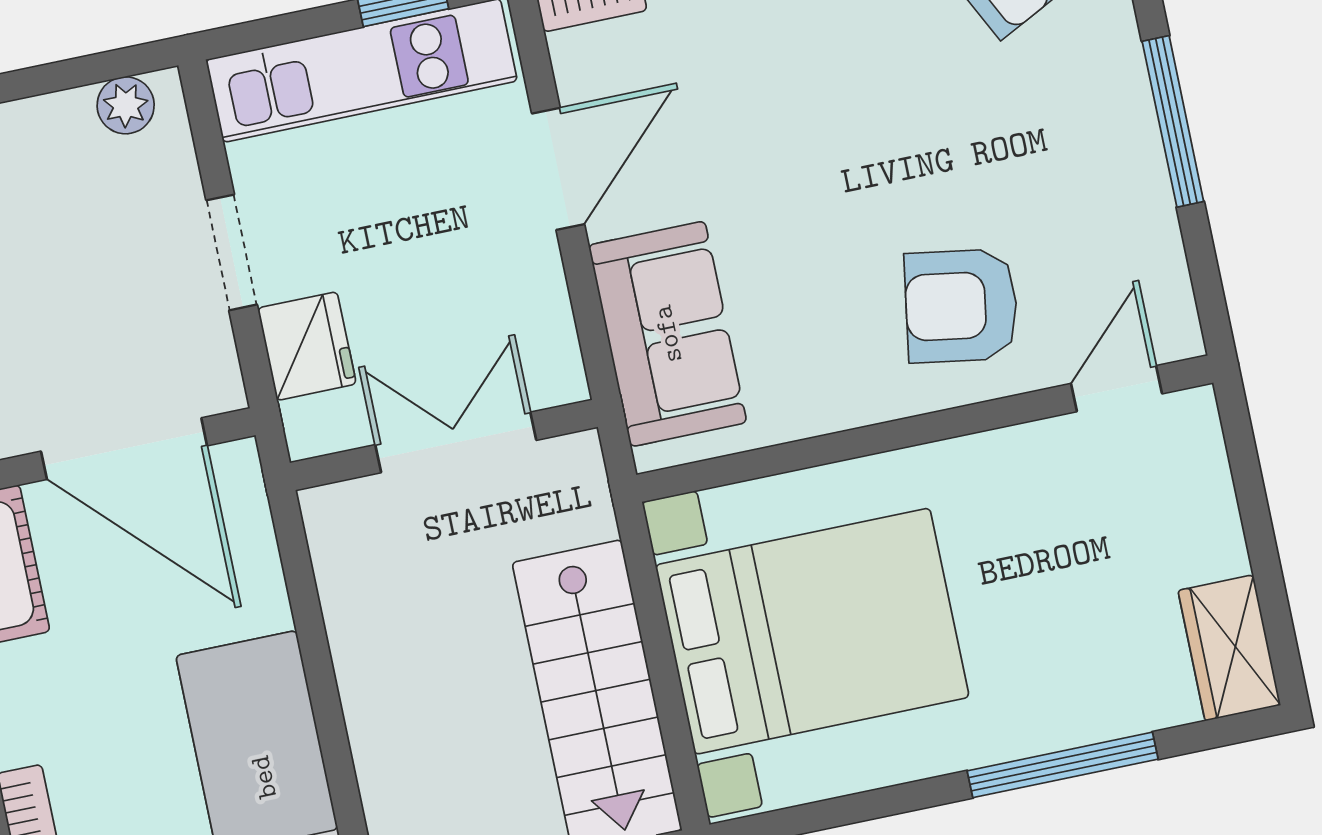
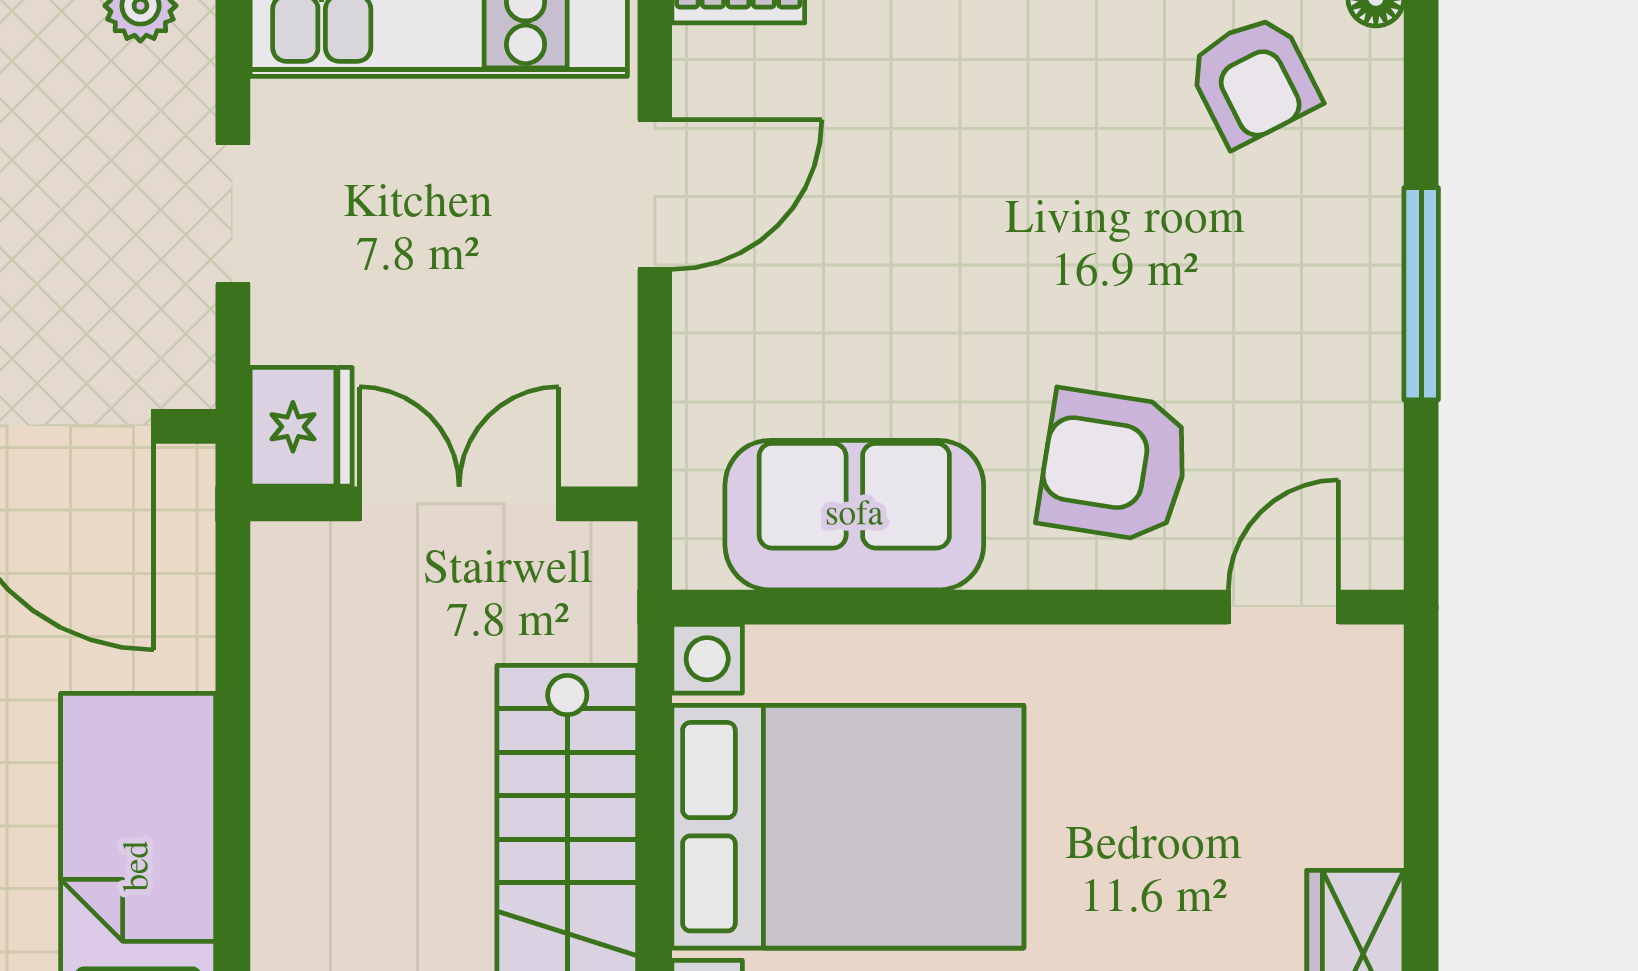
sofa: (668, 334) -> (854, 515), moved, turned -90
fridge: (307, 346) -> (301, 427), moved

